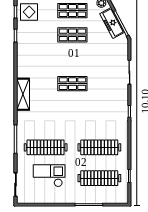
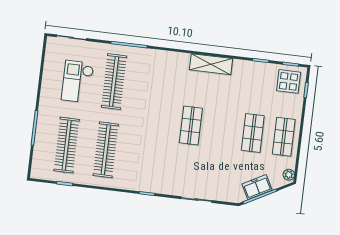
freezer: (112, 23) -> (257, 187), width x0.71
shelving: (23, 94) -> (211, 64), moved
checkout: (49, 176) -> (77, 82), turned 180

